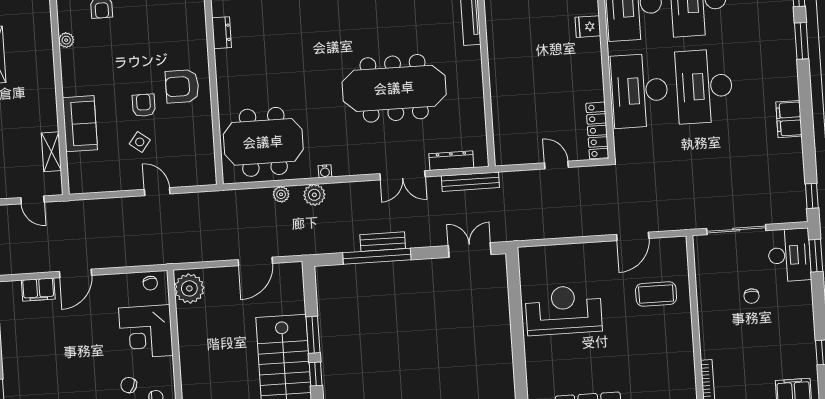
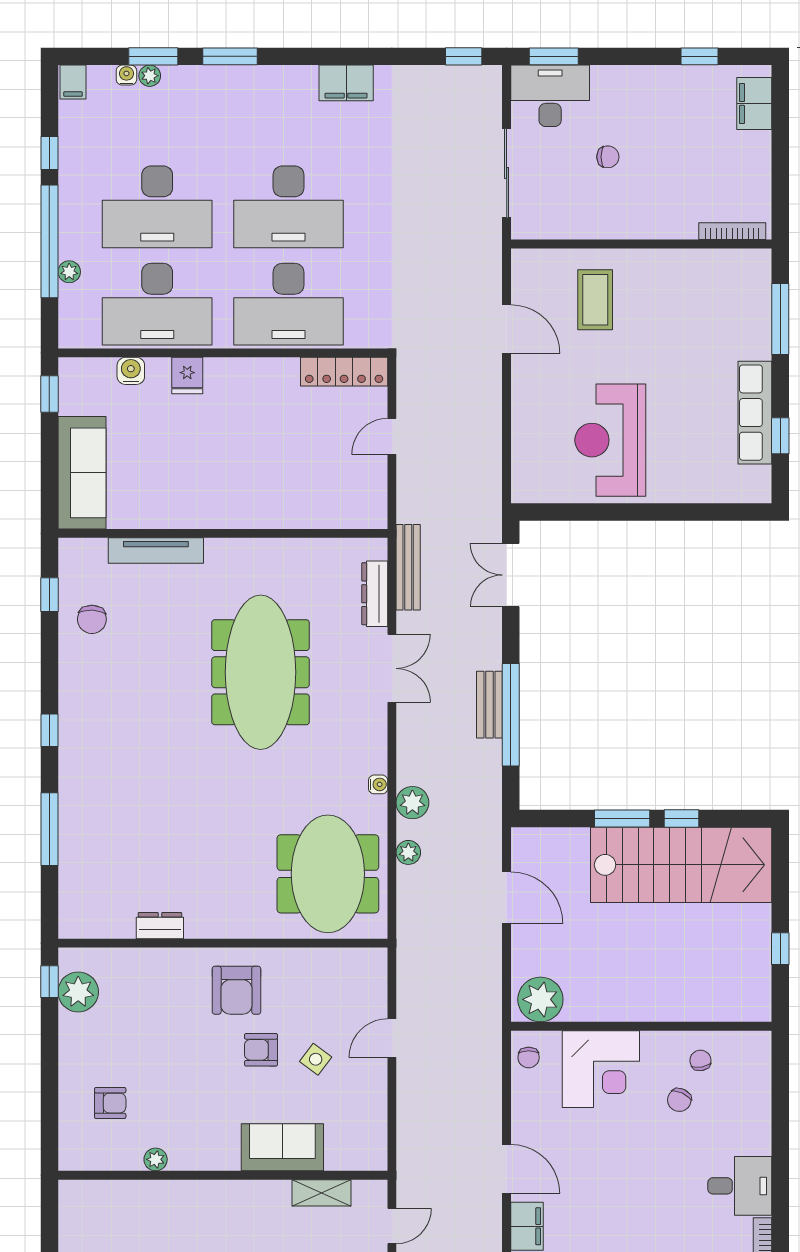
chair: (150, 283) -> (529, 1058), turned 100

